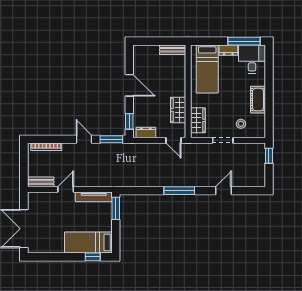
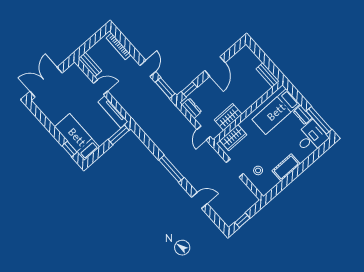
window: (269, 156) -> (242, 220), moved

